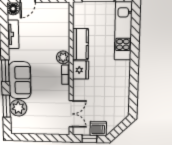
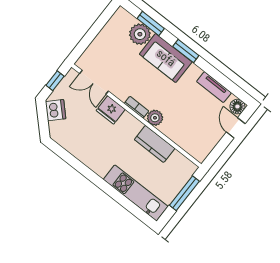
fridge: (81, 70) -> (111, 110), moved
dishwasher: (98, 128) -> (56, 110), moved, turned -45

